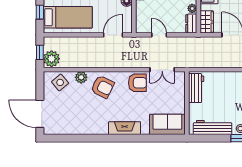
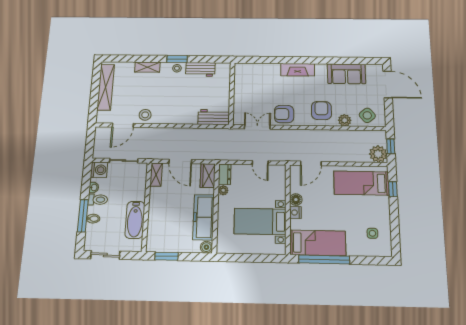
plant: (52, 59) -> (378, 154), moved
armchair: (103, 87) -> (321, 111), turned 64
workbench: (196, 88) -> (214, 117), moved, turned 90
sofa: (167, 124) -> (346, 74), moved
workbench: (213, 128) -> (200, 69), width x0.73

